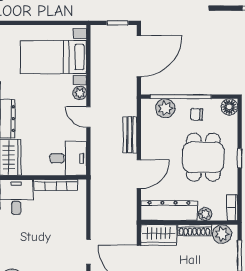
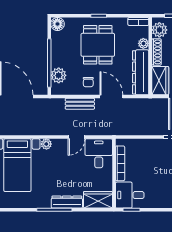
chair: (197, 114) -> (88, 82), moved
door: (88, 117) -> (76, 137), moved
dining table: (203, 157) -> (98, 45), turned 90

